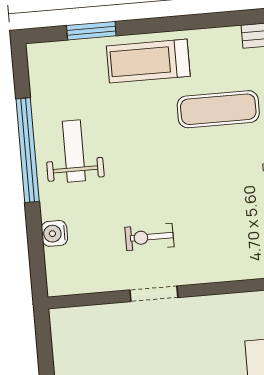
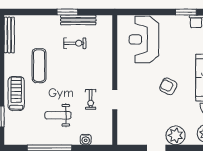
treadmill: (148, 61) -> (16, 94), turned 180
weight bench: (74, 151) -> (58, 115), moved

